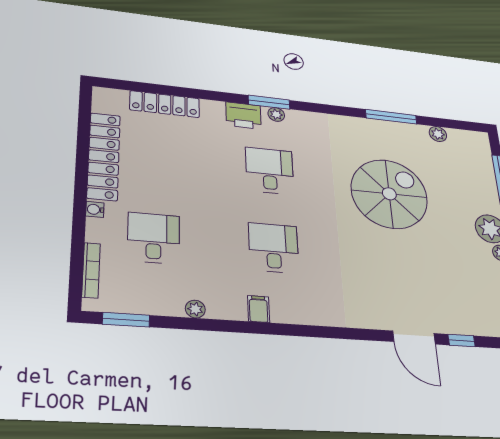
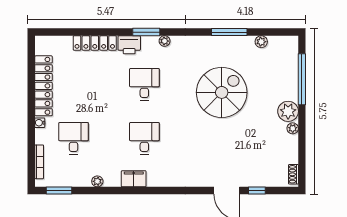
locker: (165, 104) -> (95, 43), moved
plant: (276, 114) -> (165, 41), moved
filing cabinet: (259, 309) -> (134, 179), width x2.00

